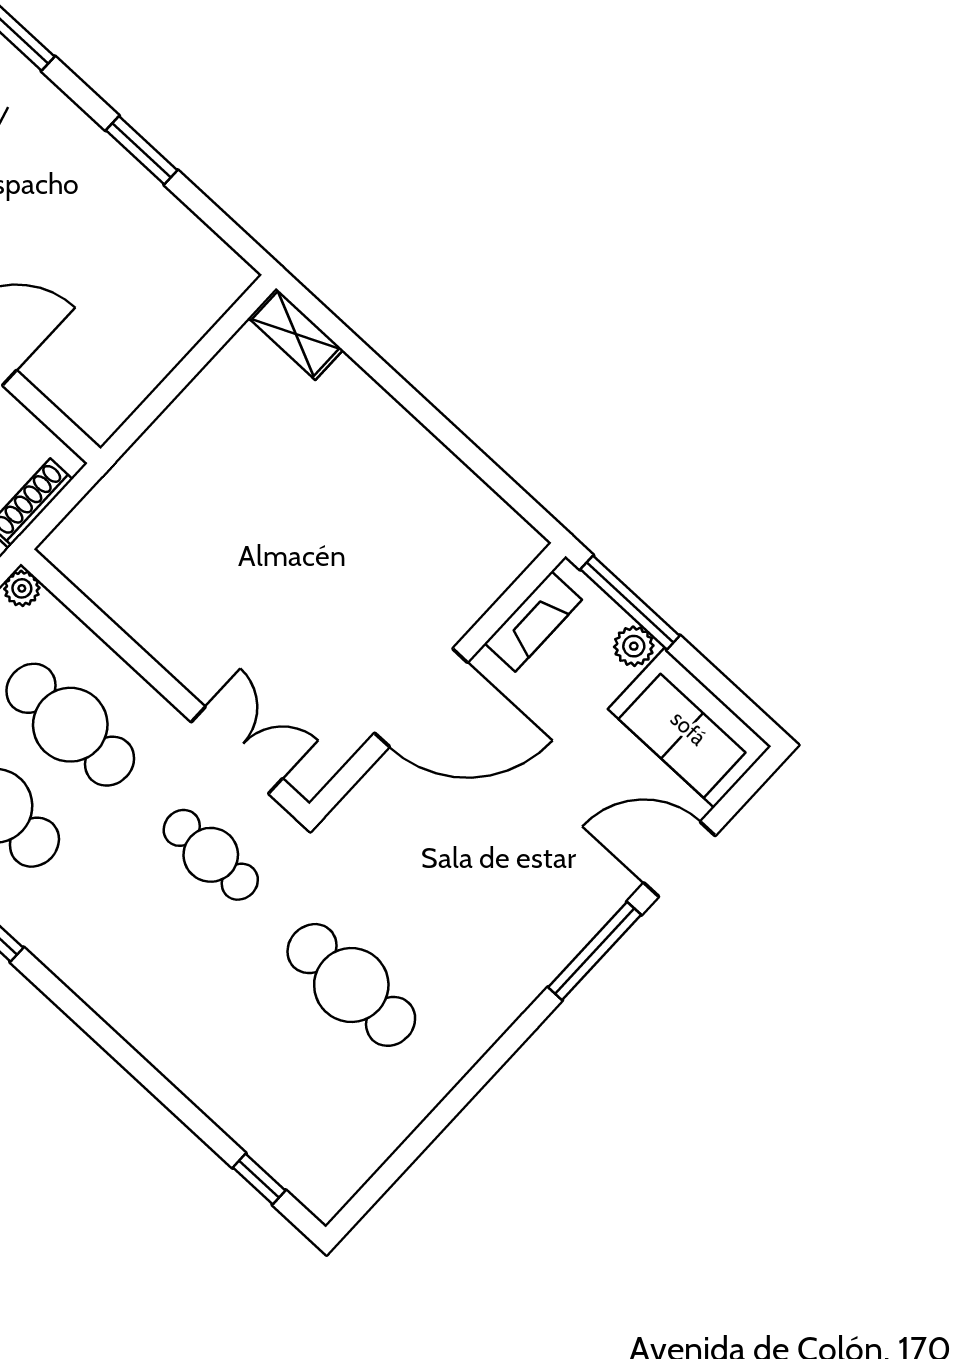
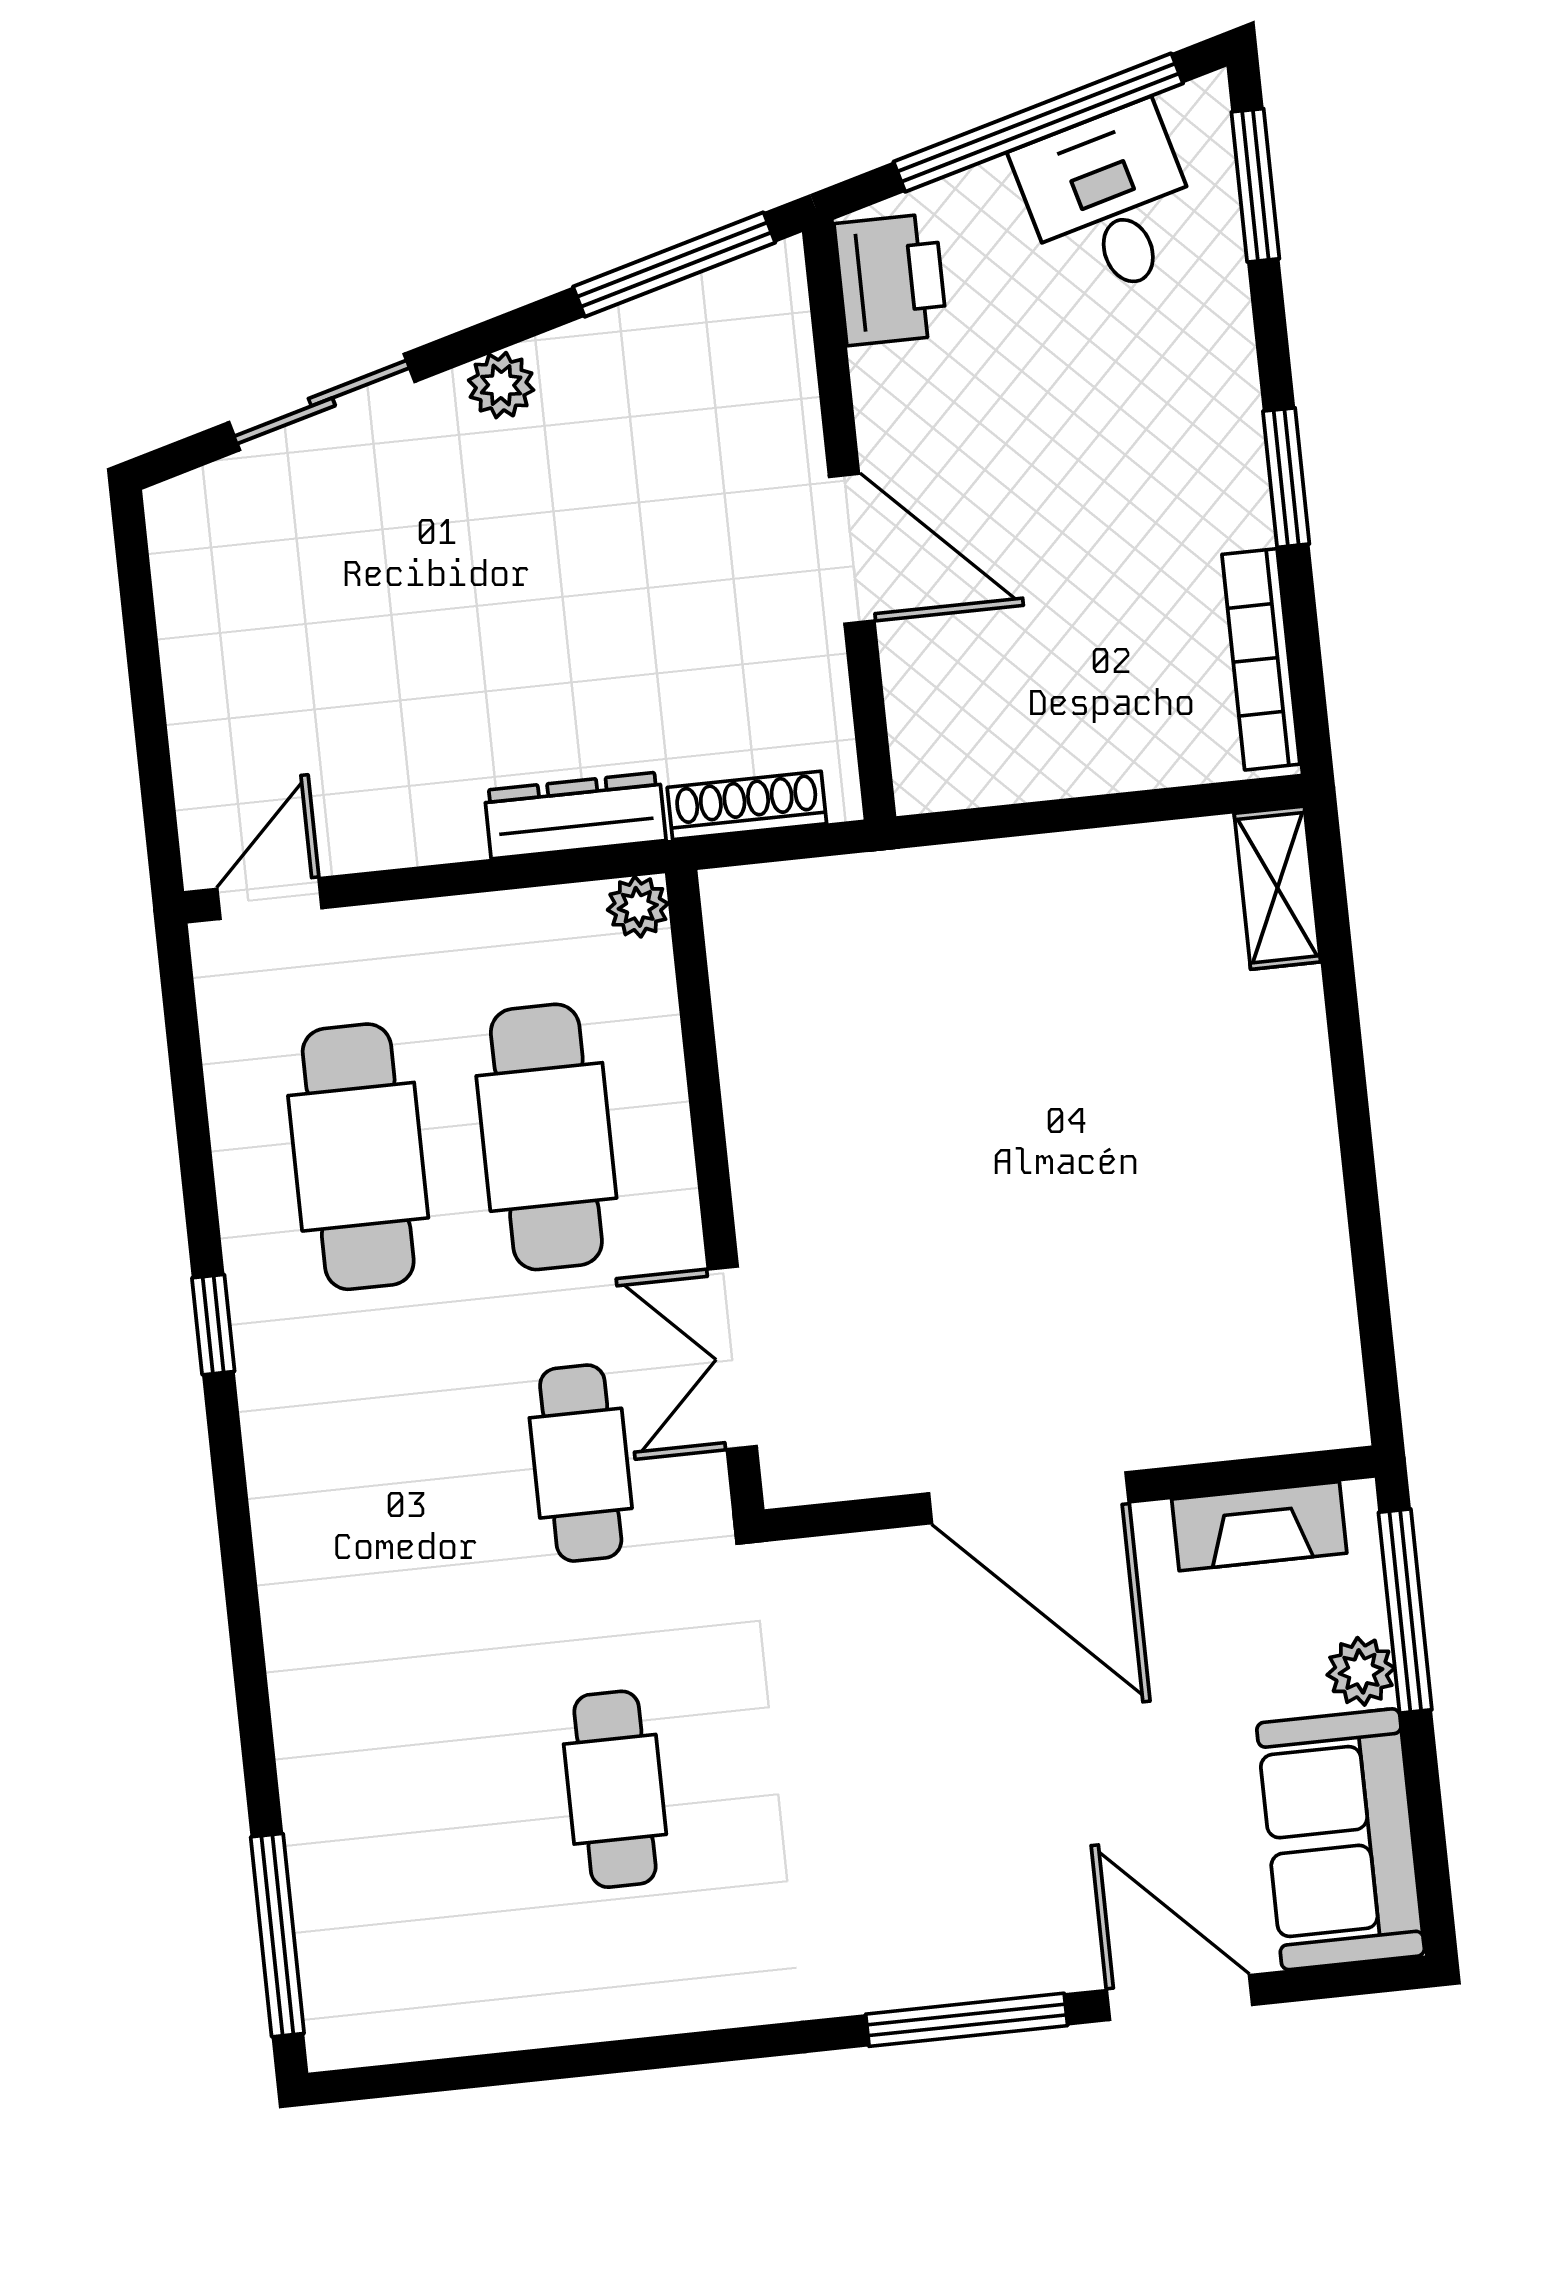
bookcase: (200, 240) -> (1261, 659), added
double door: (237, 750) -> (732, 1358), swing flipped
cafe table: (351, 985) -> (615, 1789), width x0.73, depth x0.74
window: (259, 1179) -> (277, 1935), width x2.17

